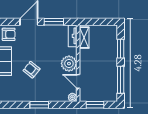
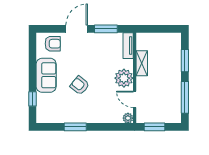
shelving: (84, 38) -> (142, 63), moved
window: (39, 105) -> (75, 127), moved

